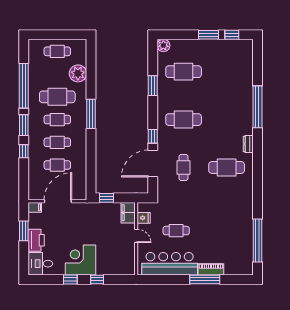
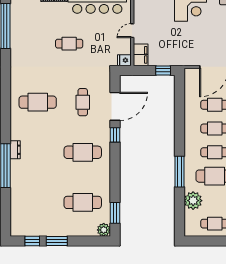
window: (153, 86) -> (115, 213), moved
window: (91, 114) -> (179, 172), moved
dresser: (248, 144) -> (15, 150), moved
fridge: (144, 218) -> (124, 60), moved
cafe table: (176, 231) -> (69, 44), moved
door: (136, 236) -> (132, 31), hinge flipped

